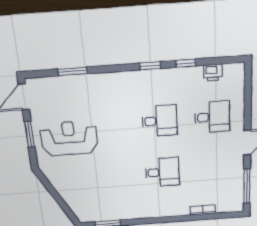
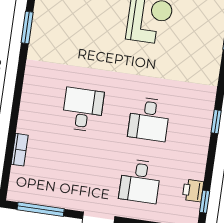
window: (186, 63) -> (205, 202), moved
desk: (162, 172) -> (83, 110), turned 180

